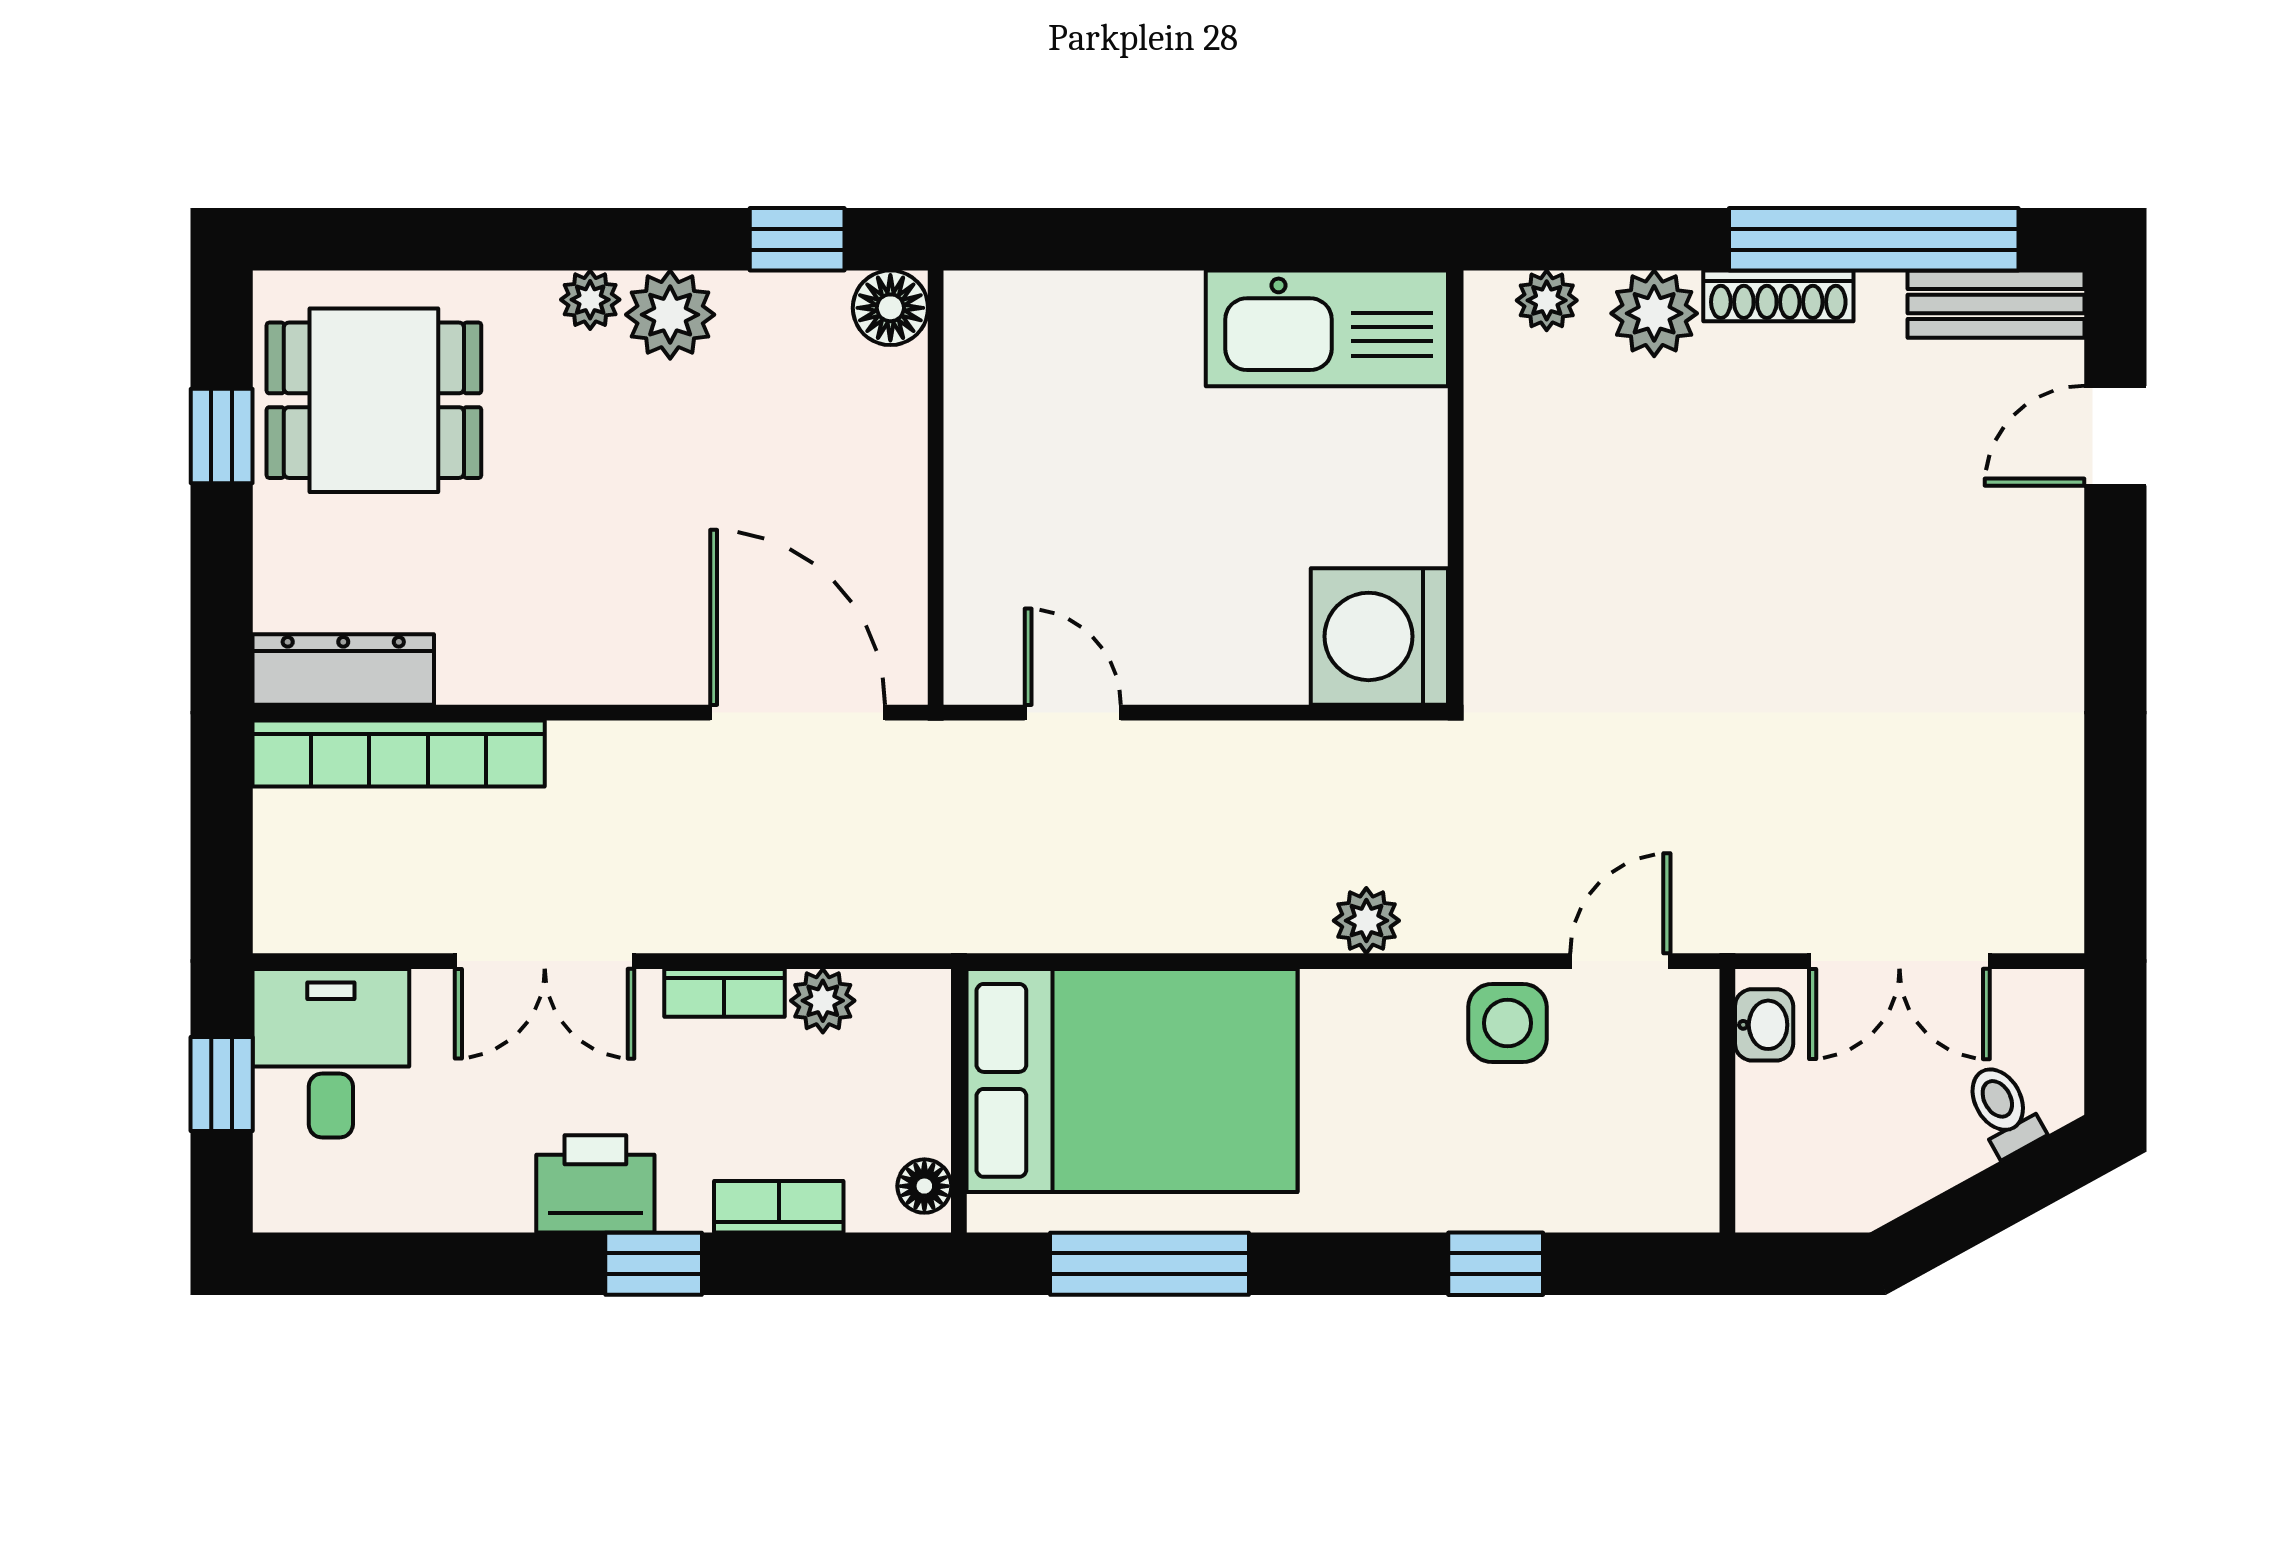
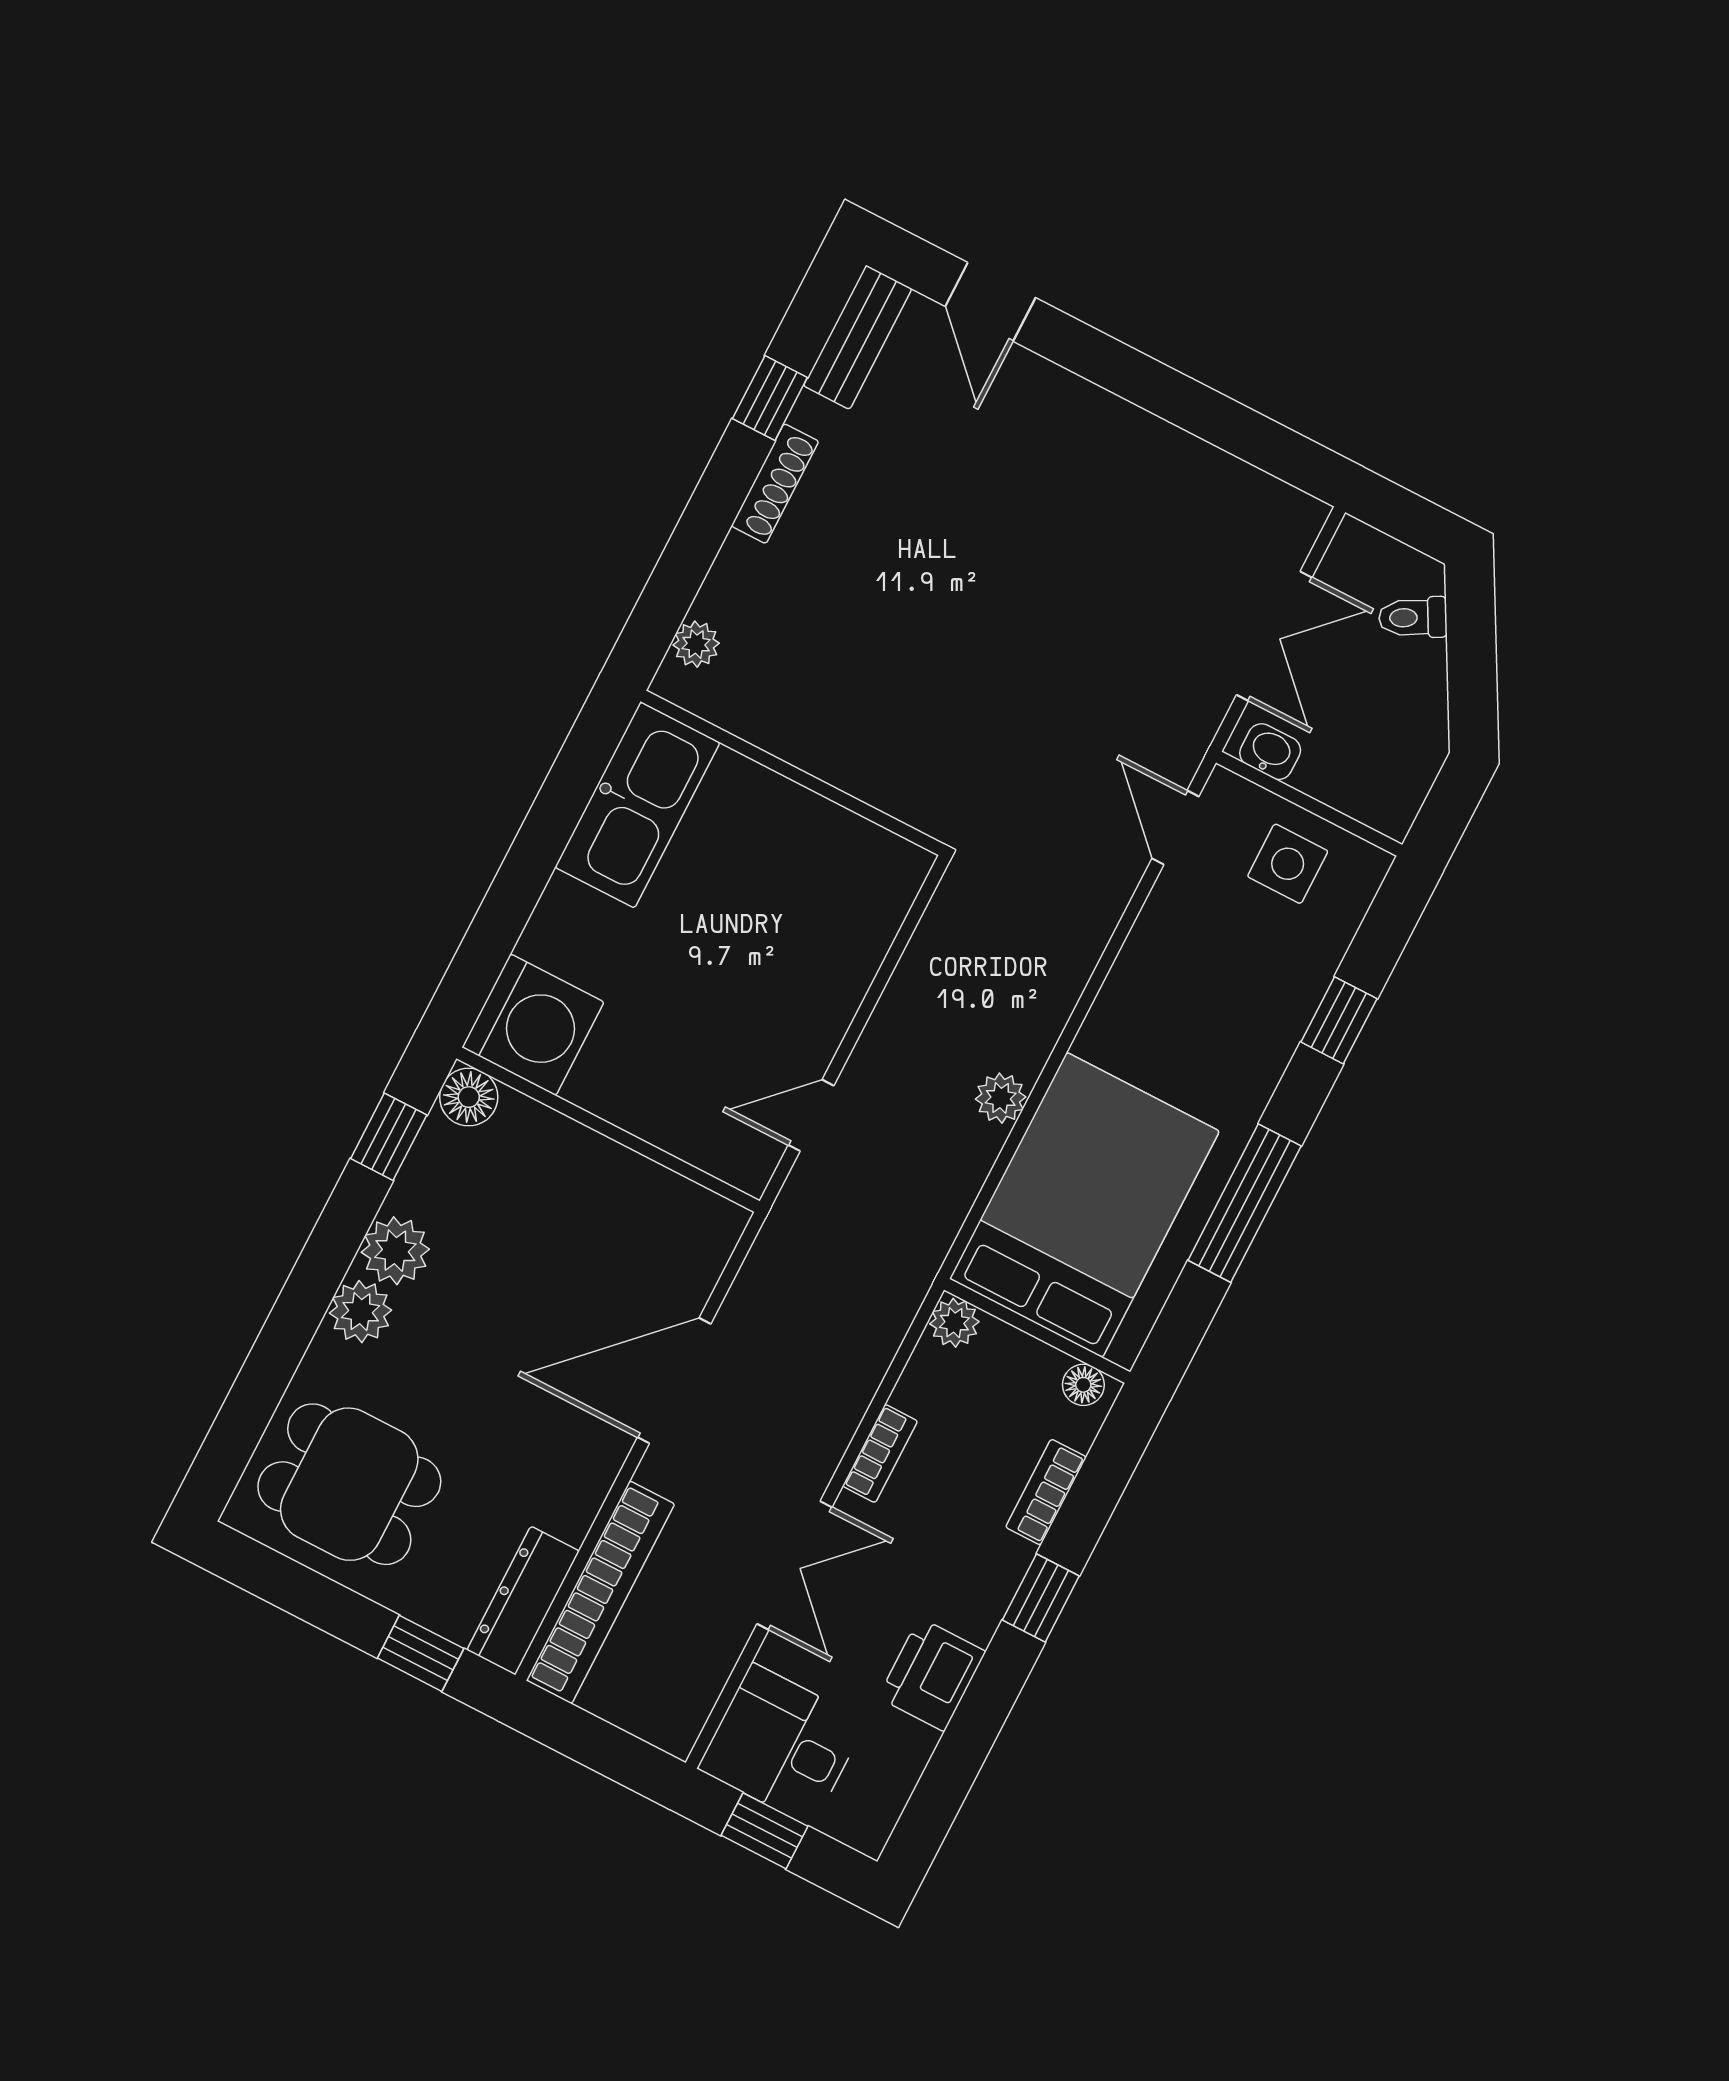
window: (1874, 239) -> (770, 398), width x0.32
plant: (590, 300) -> (361, 1312), width x1.38, depth x1.38
plant: (1654, 313) -> (743, 575), removed
dining table: (374, 400) -> (349, 1484), turned 90
window: (222, 436) -> (421, 1653), moved
washing machine: (1379, 636) -> (533, 1025), moved, turned -90
door: (798, 713) -> (674, 1381), moved
plant: (1366, 921) -> (1001, 1098), moved
plant: (823, 1001) -> (954, 1323), moved
side table: (1507, 1023) -> (1288, 864), moved
printer: (595, 1184) -> (932, 1674), moved
window: (1149, 1264) -> (1245, 1203), moved

